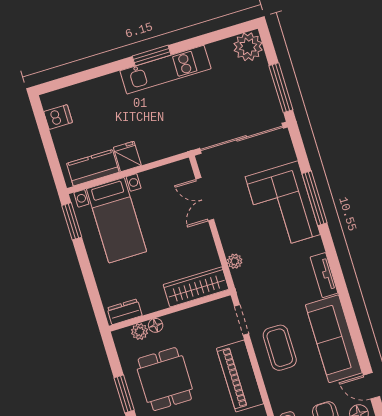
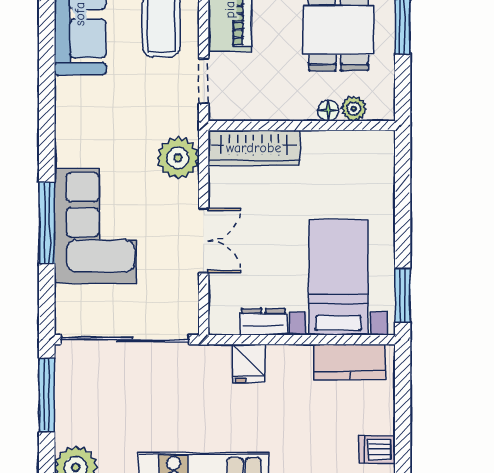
fridge: (127, 156) -> (249, 363), moved
double door: (205, 199) -> (204, 241), moved
plant: (235, 261) -> (178, 158), width x1.88, depth x1.88
tv unit: (324, 275) -> (66, 109), removed
dresser: (125, 312) -> (263, 322), moved, turned 180

